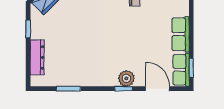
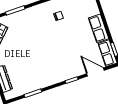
plant: (126, 78) -> (71, 72), removed

